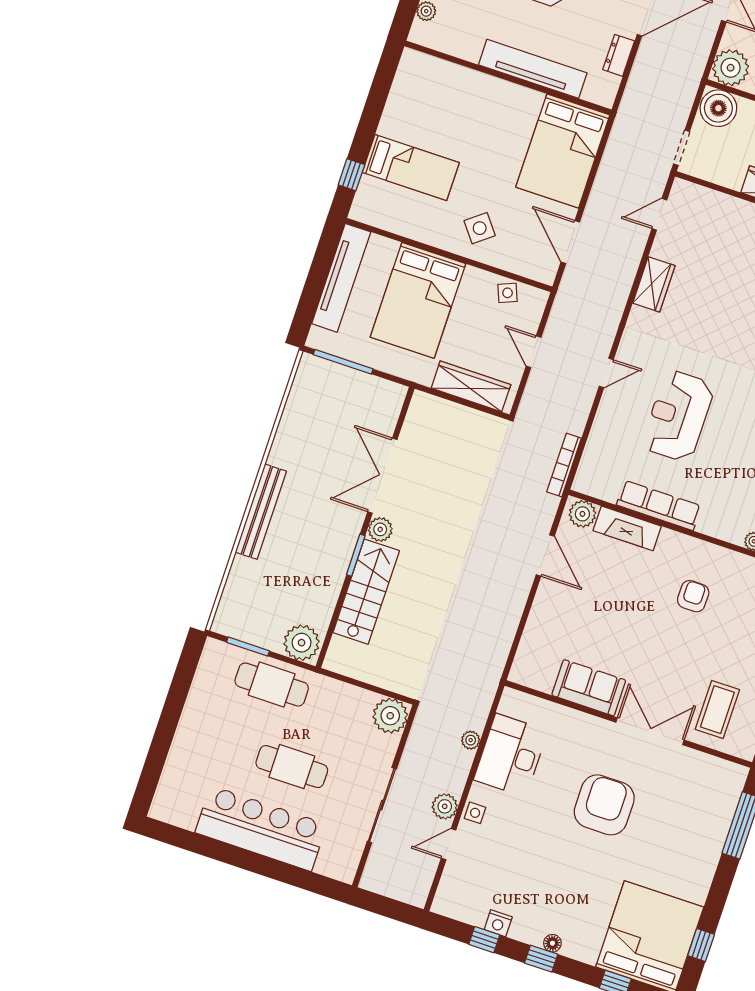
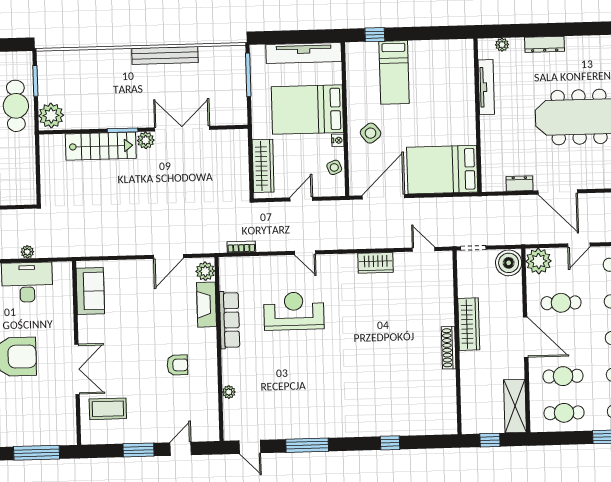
tv unit: (533, 69) -> (486, 87), moved, width x0.73, depth x0.78
door: (570, 242) -> (383, 197), width x1.36
nightstand: (473, 275) -> (338, 140), added
bookcase: (564, 465) -> (241, 247), width x0.64
bench: (261, 512) -> (165, 55), moved
sofa: (589, 688) -> (90, 291), moved
plant: (390, 716) -> (24, 192), removed

